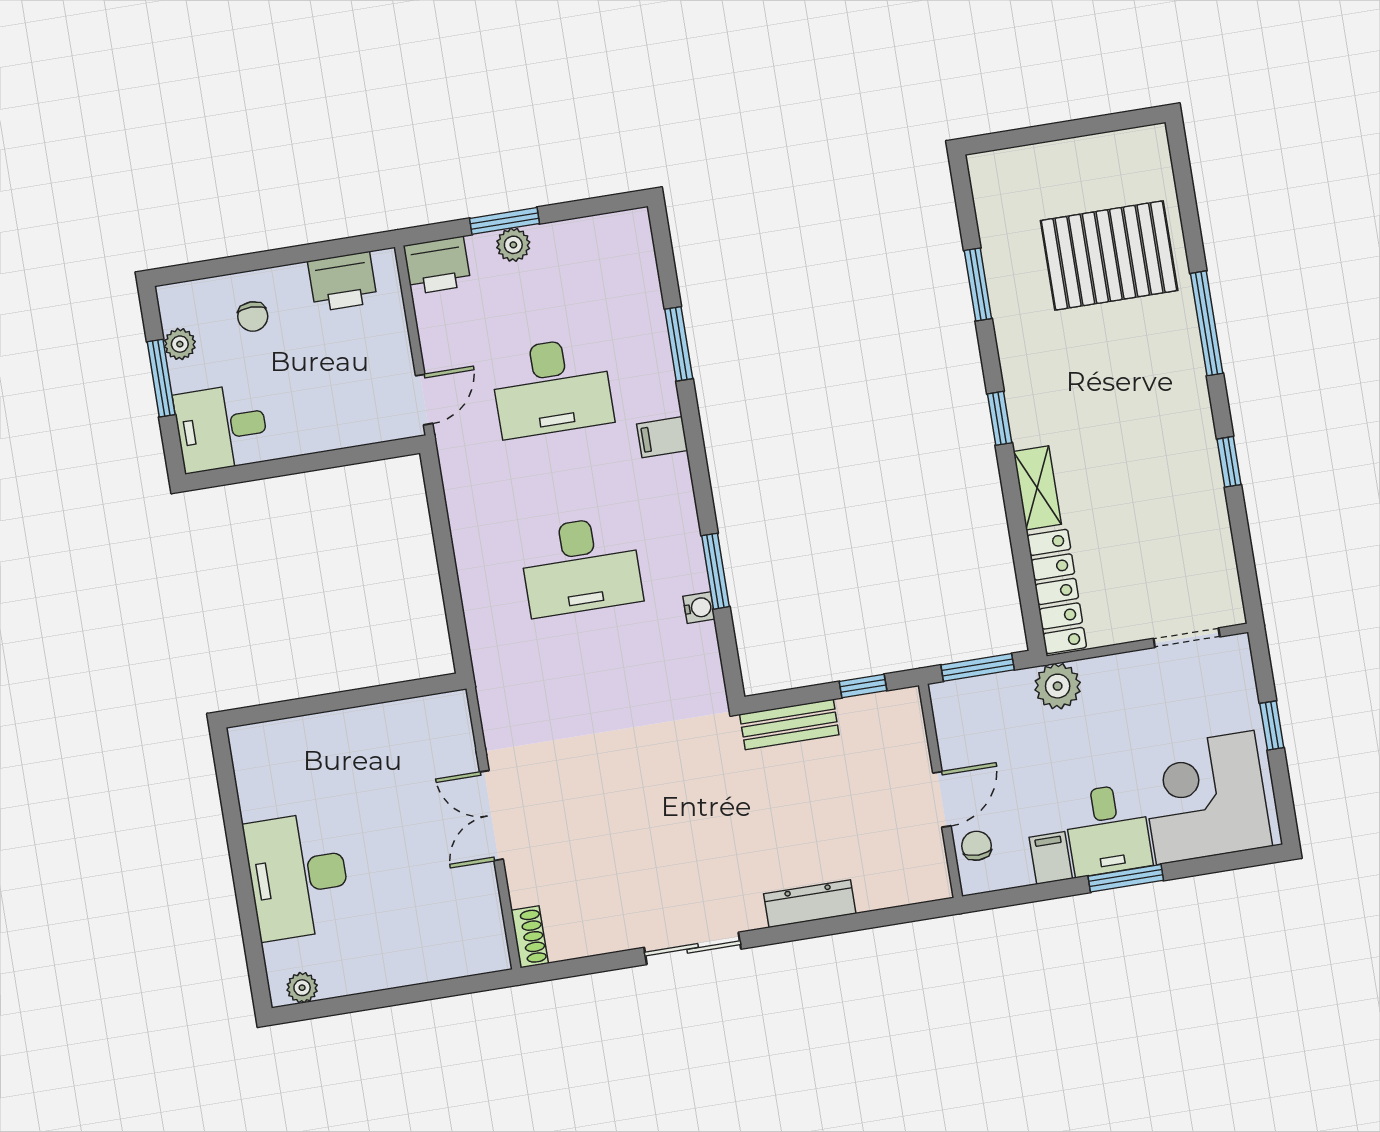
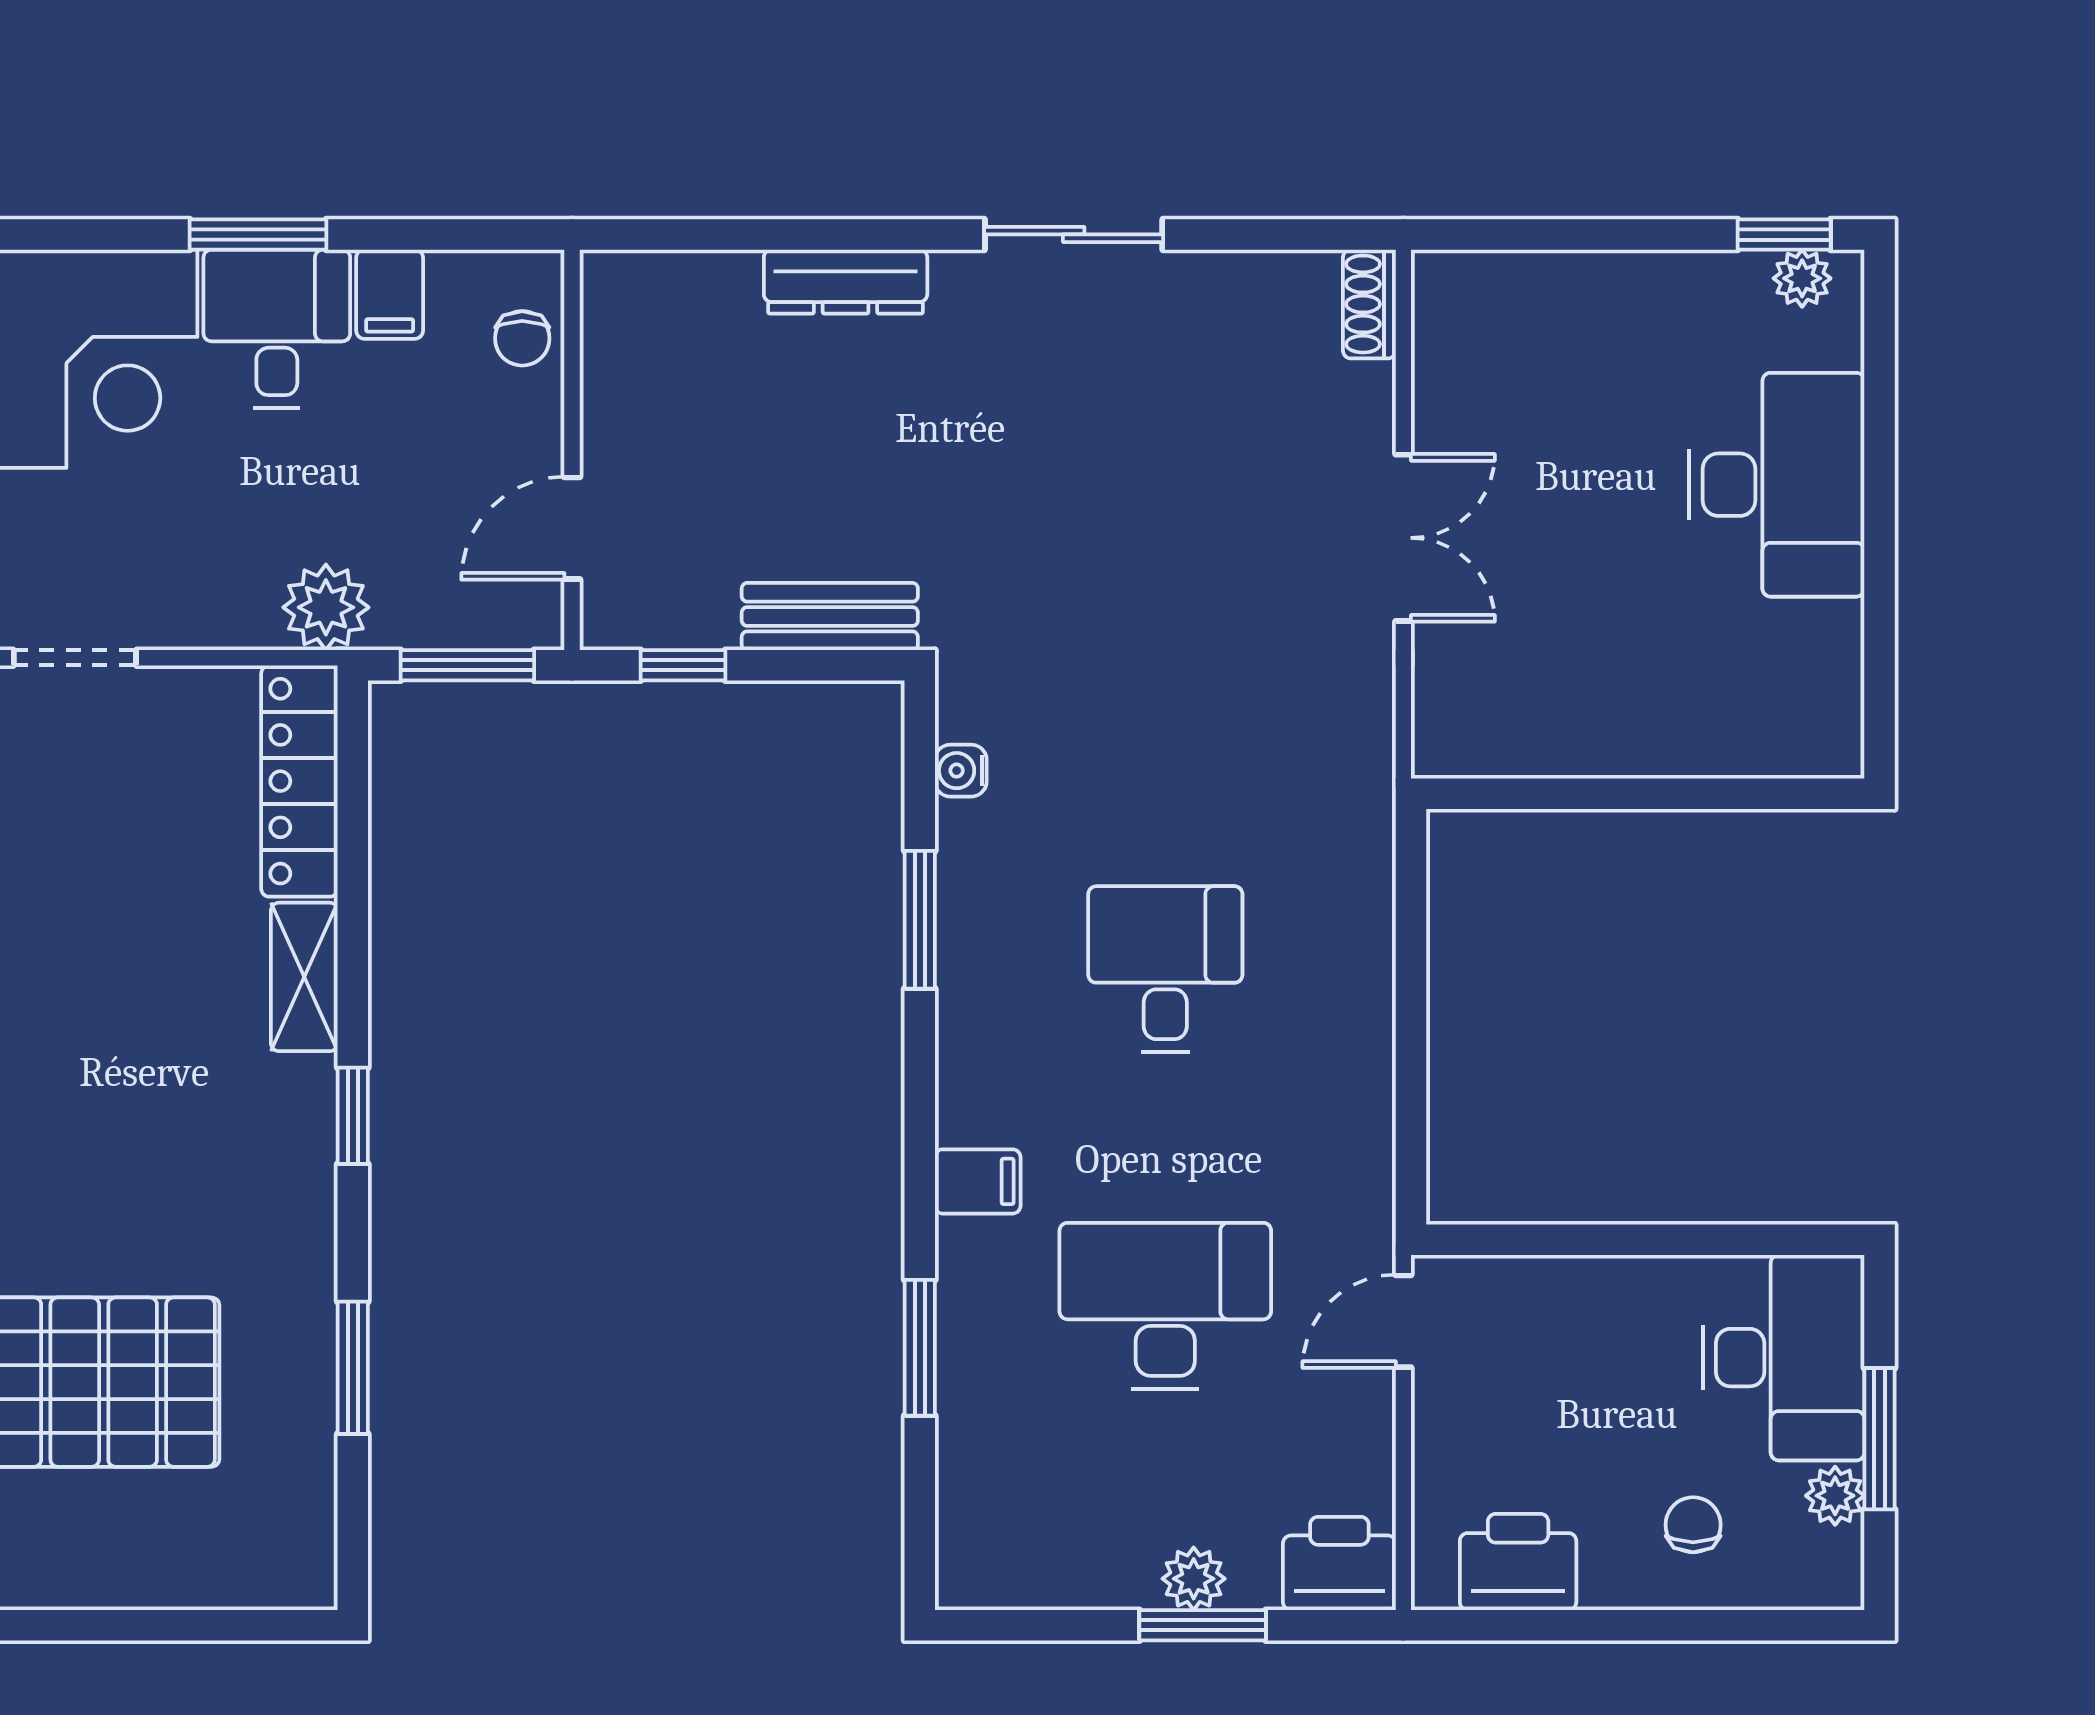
desk: (221, 428) -> (1784, 1358), width x1.37
desk: (581, 566) -> (1165, 969), width x0.73
water cooler: (699, 608) -> (961, 771), moved
door: (942, 799) -> (572, 528), moved
window: (315, 1009) -> (1784, 234), added

